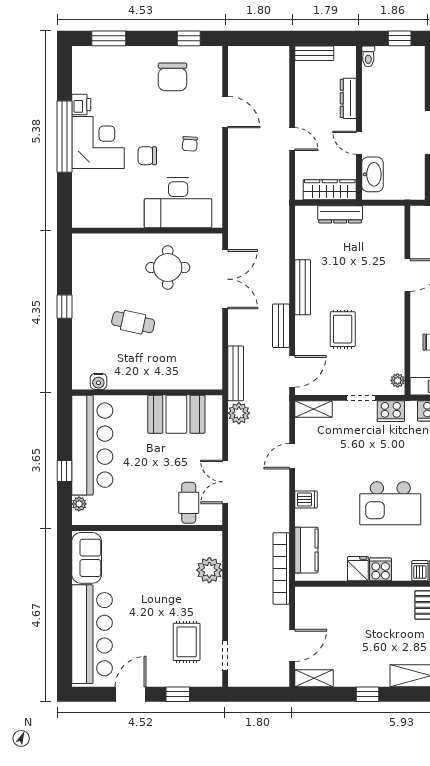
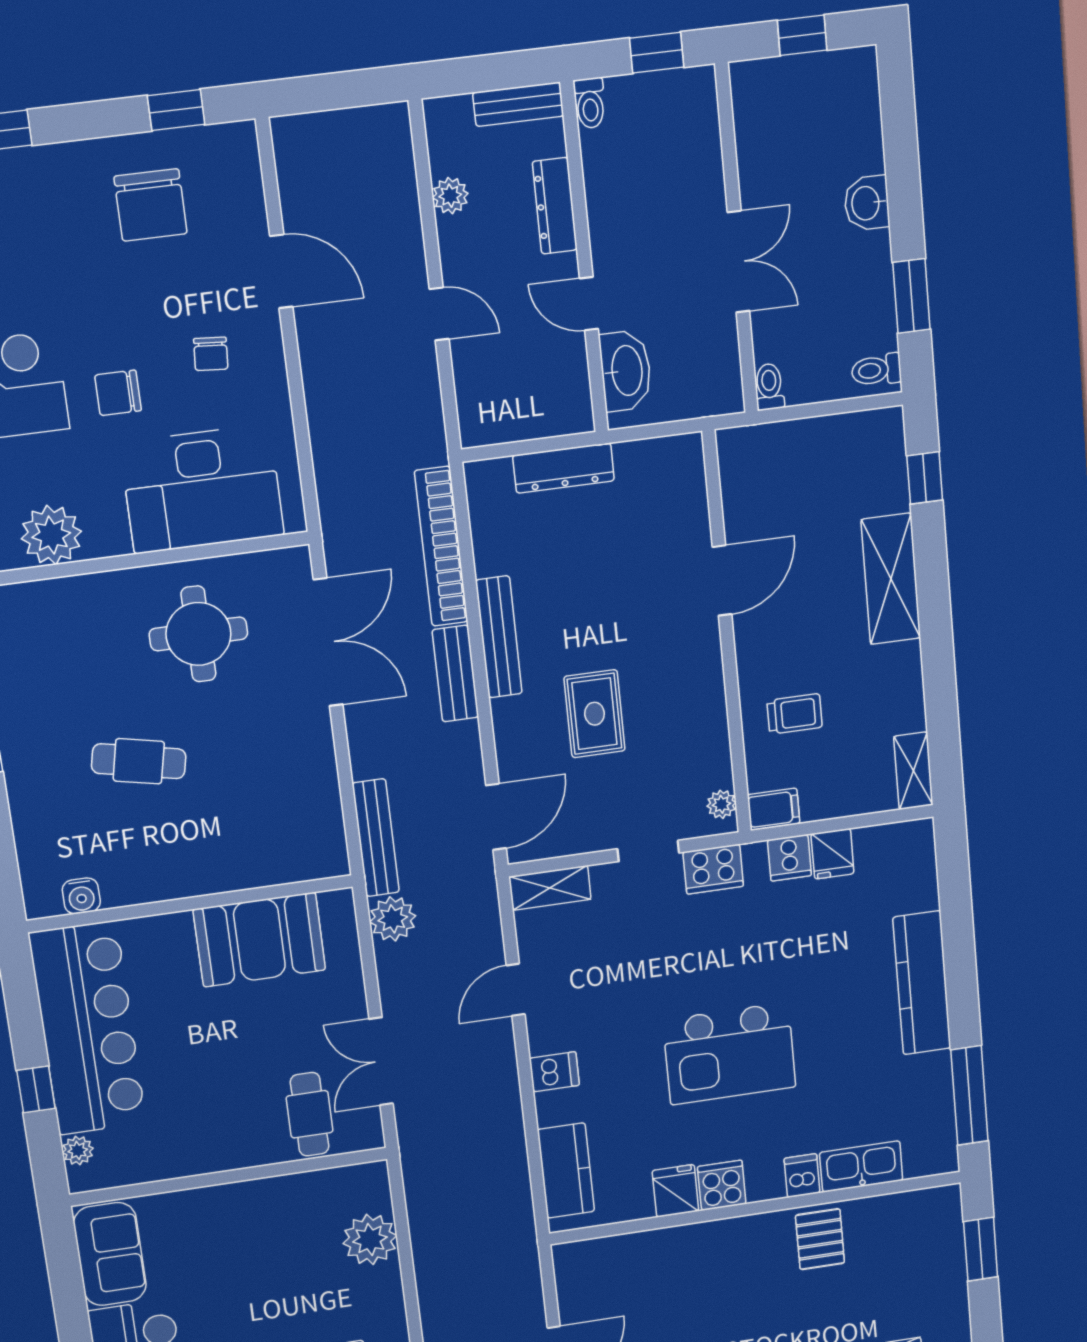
bench: (314, 53) -> (518, 104), moved
plant: (303, 88) -> (450, 196), added
wardrobe: (330, 190) -> (535, 417), removed
plant: (109, 214) -> (51, 535), added
bench: (281, 326) -> (455, 674), moved
bookcase: (281, 568) -> (441, 546), moved

